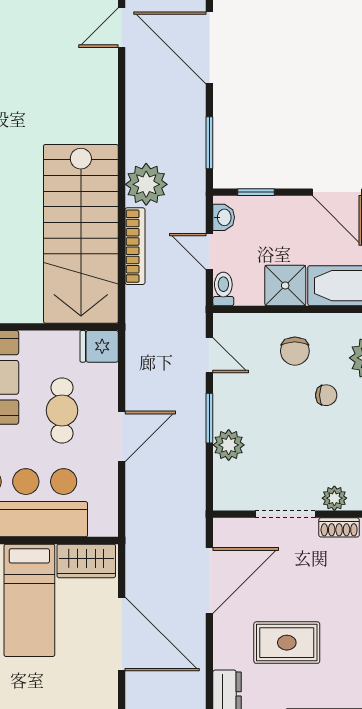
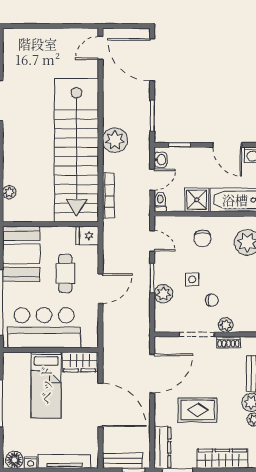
stairs: (81, 234) -> (76, 150), width x1.36
bookcase: (135, 246) -> (108, 196), moved
door: (209, 251) -> (152, 180), swing flipped
chair: (326, 395) -> (212, 300), moved
side table: (277, 421) -> (192, 279), added

